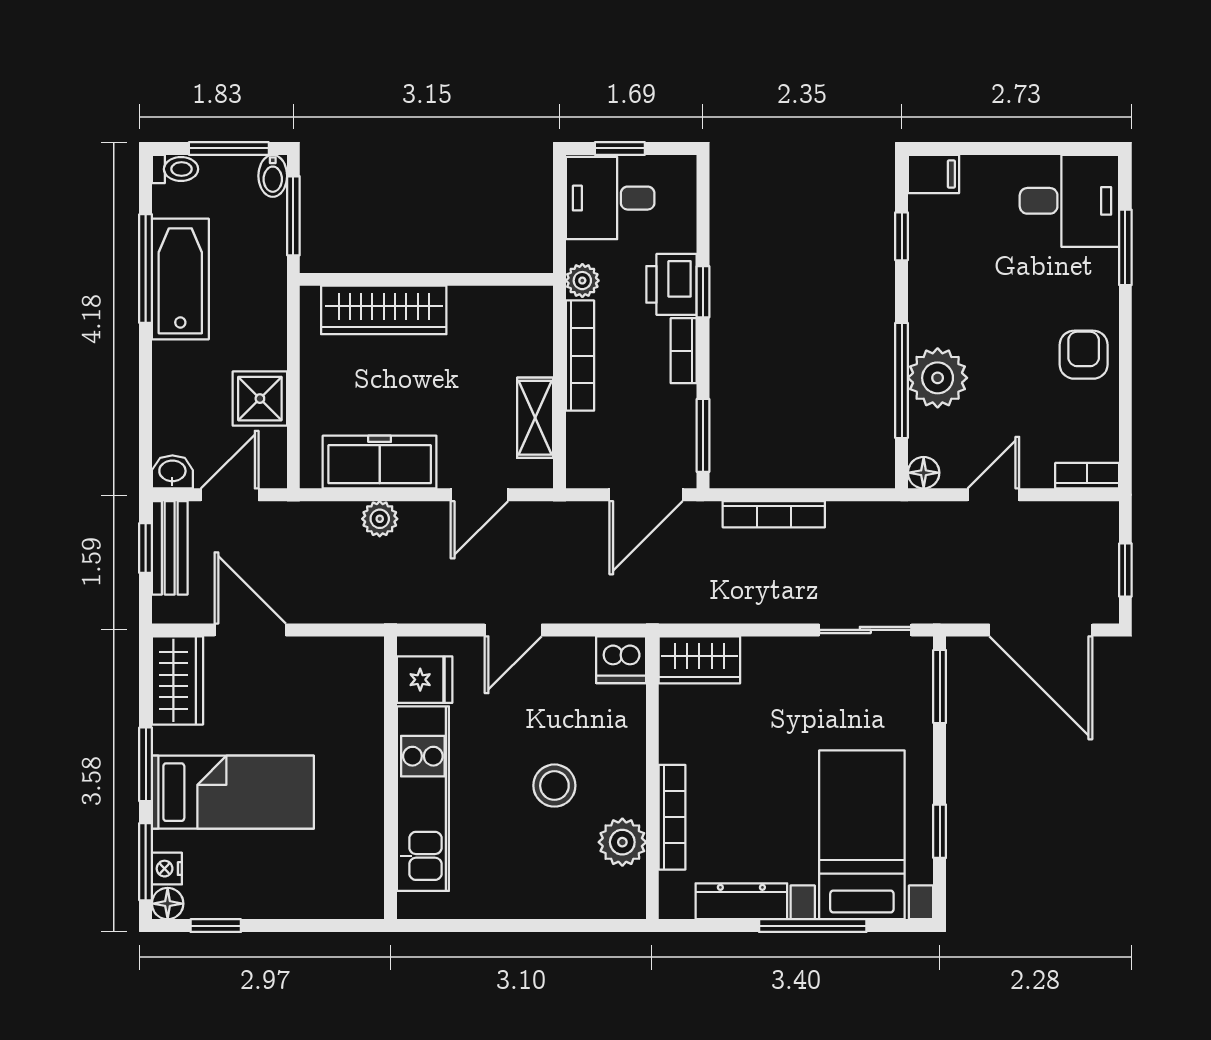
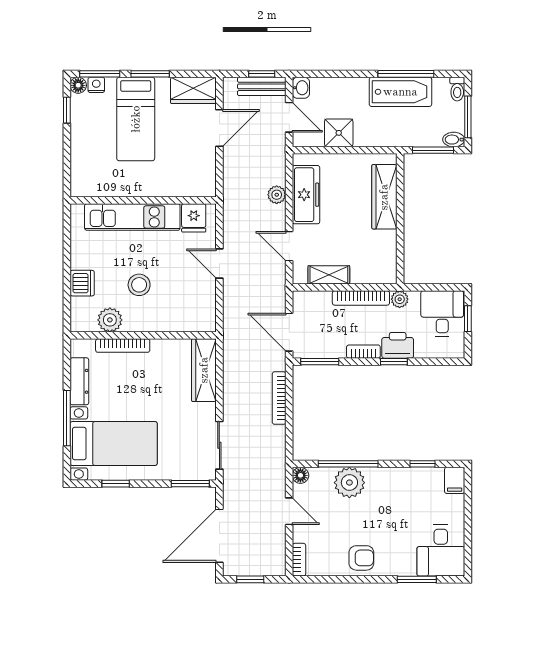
dishwasher: (621, 660) -> (82, 283), moved, turned 180
wardrobe: (699, 660) -> (204, 370), width x1.50

